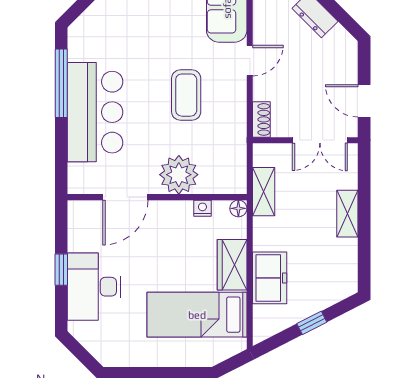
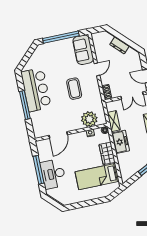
window: (61, 83) -> (25, 105), moved
bar counter: (95, 112) -> (36, 90), moved
plant: (179, 175) -> (89, 119), moved
window: (61, 270) -> (38, 170), width x2.17
freezer: (270, 278) -> (121, 142), moved

